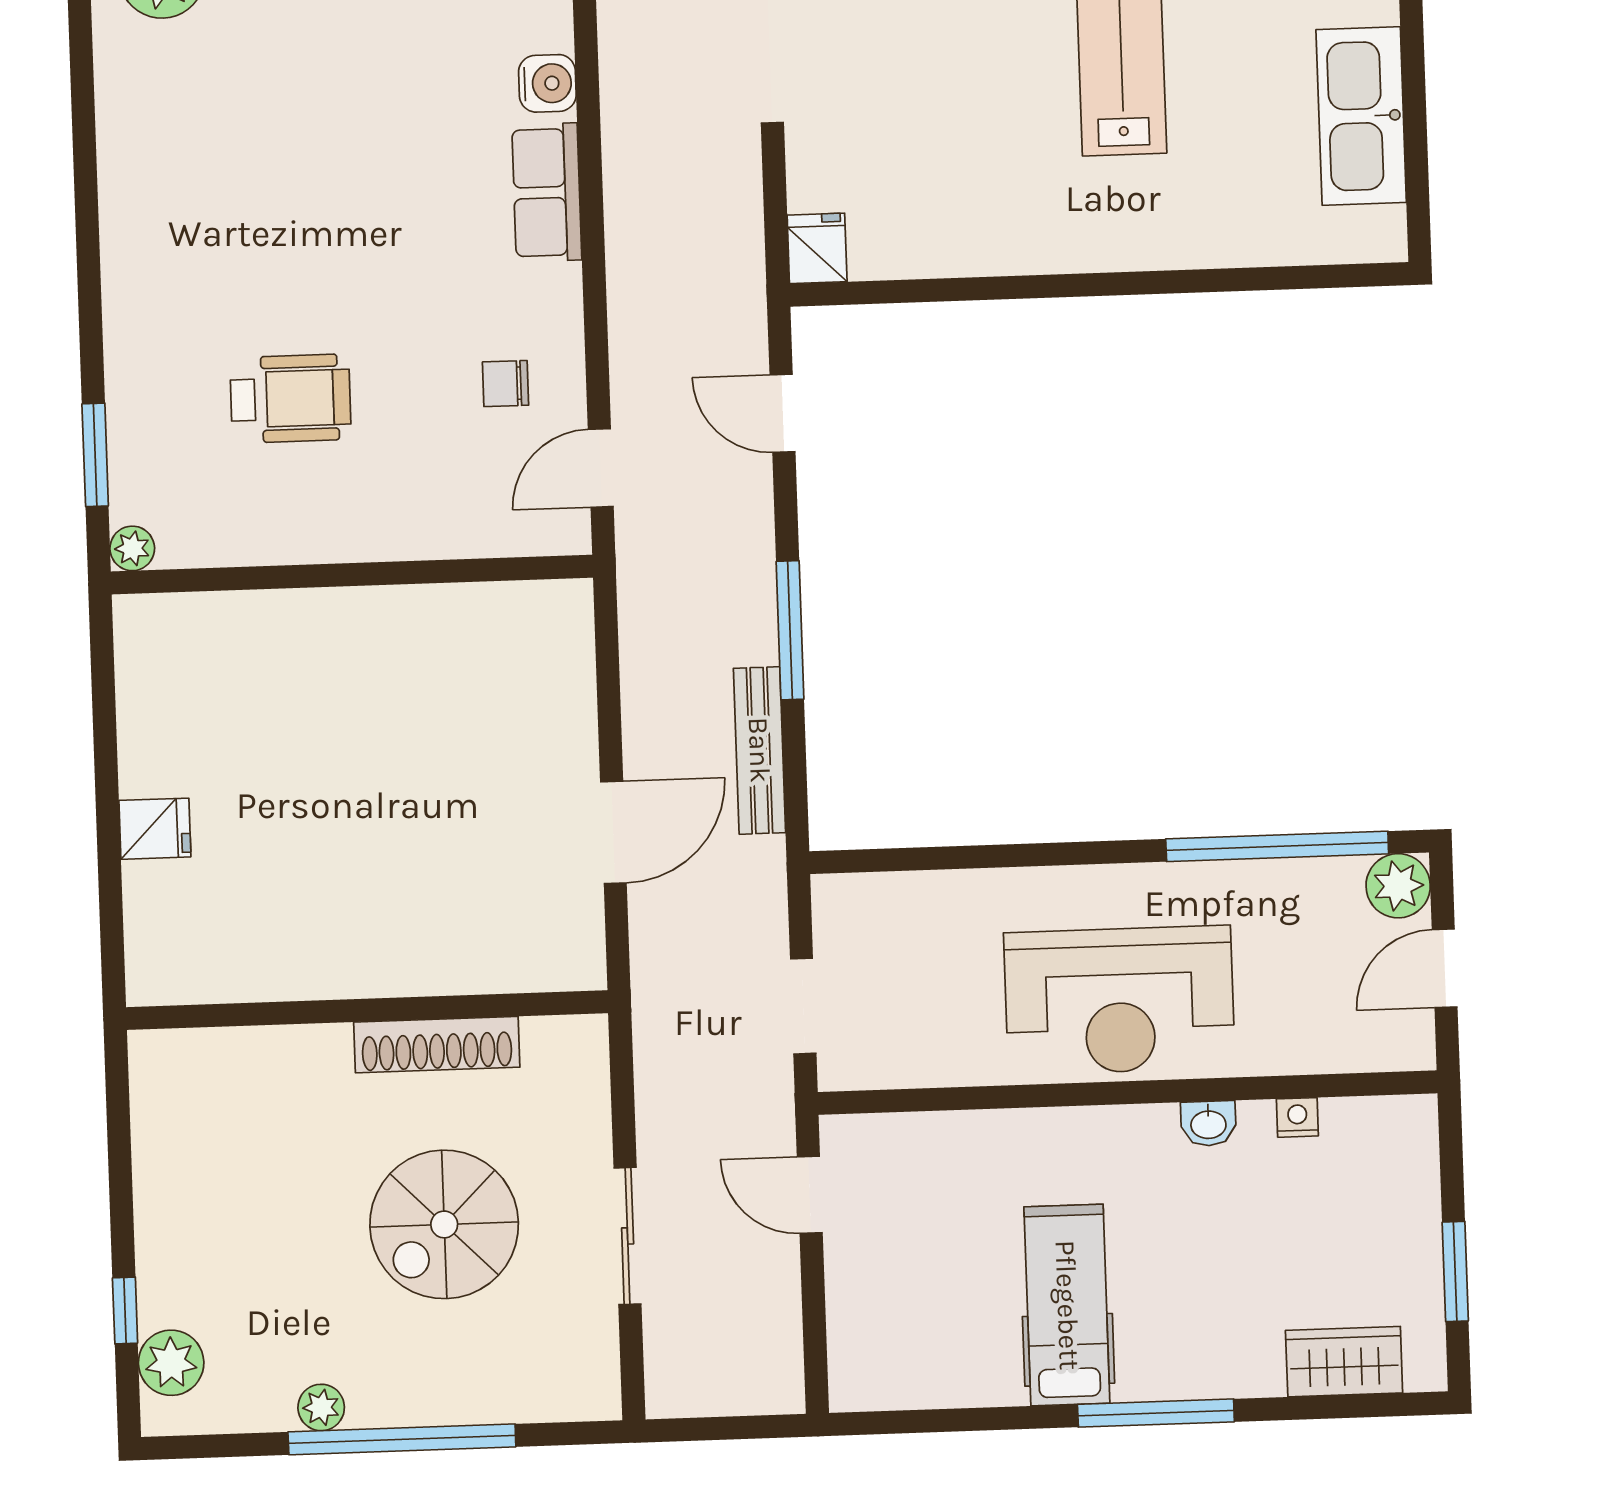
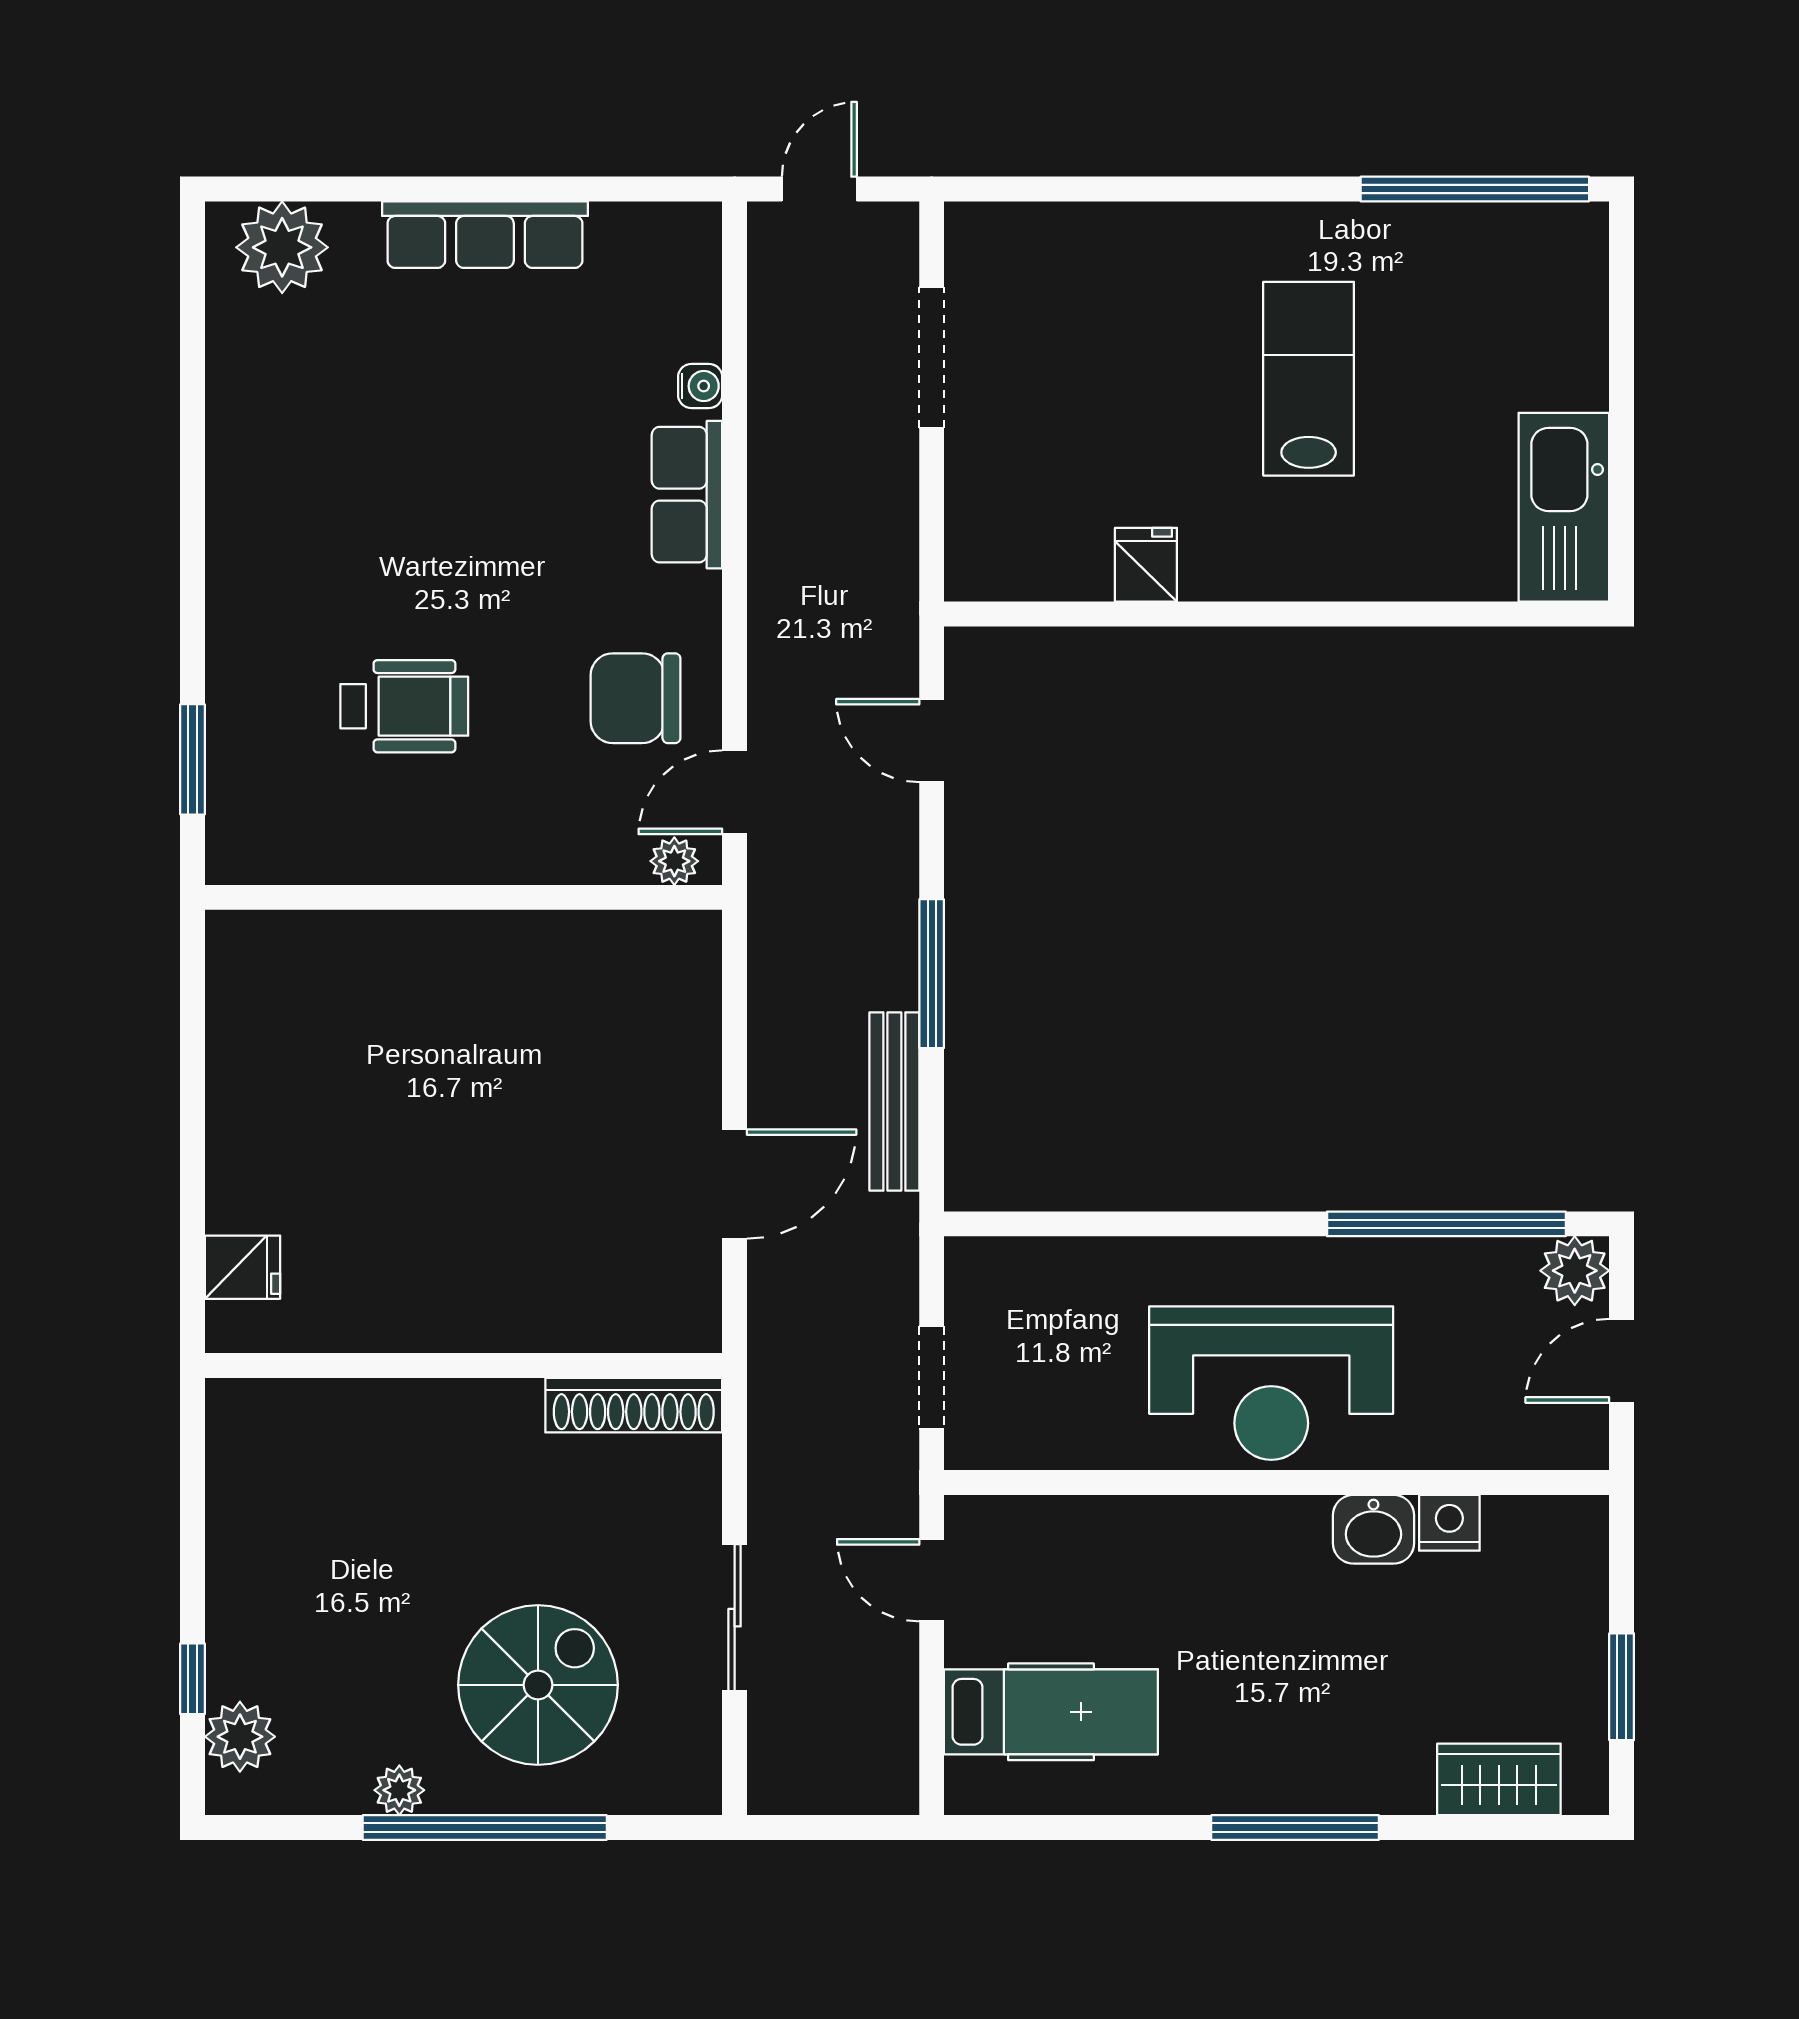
water cooler: (547, 83) -> (700, 386), width x0.72, depth x0.72
kitchen sink: (1361, 116) -> (1564, 507), moved
fridge: (817, 248) -> (1146, 565), moved
chair: (506, 384) -> (636, 698), width x1.87, depth x1.87
plant: (132, 548) -> (674, 861), moved
fridge: (155, 829) -> (242, 1267), moved
shoe rack: (437, 1045) -> (634, 1405), moved
nightstand: (1297, 1117) -> (1449, 1523), width x1.39, depth x1.35
washbasin: (1208, 1123) -> (1373, 1529), width x1.38, depth x1.45
spiral stairs: (444, 1224) -> (538, 1685), moved, turned 180
hospital bed: (1067, 1305) -> (1051, 1712), moved, turned 90

